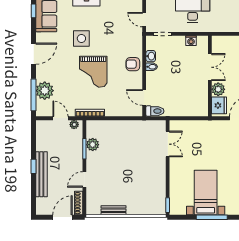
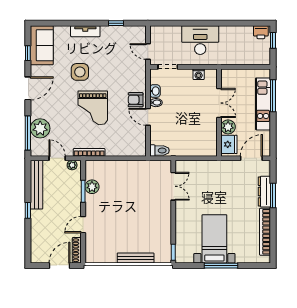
window: (33, 11) -> (28, 53), moved
door: (144, 97) -> (148, 117), moved
bench: (41, 174) -> (37, 185), moved
bench: (113, 210) -> (136, 258), moved, width x1.36

